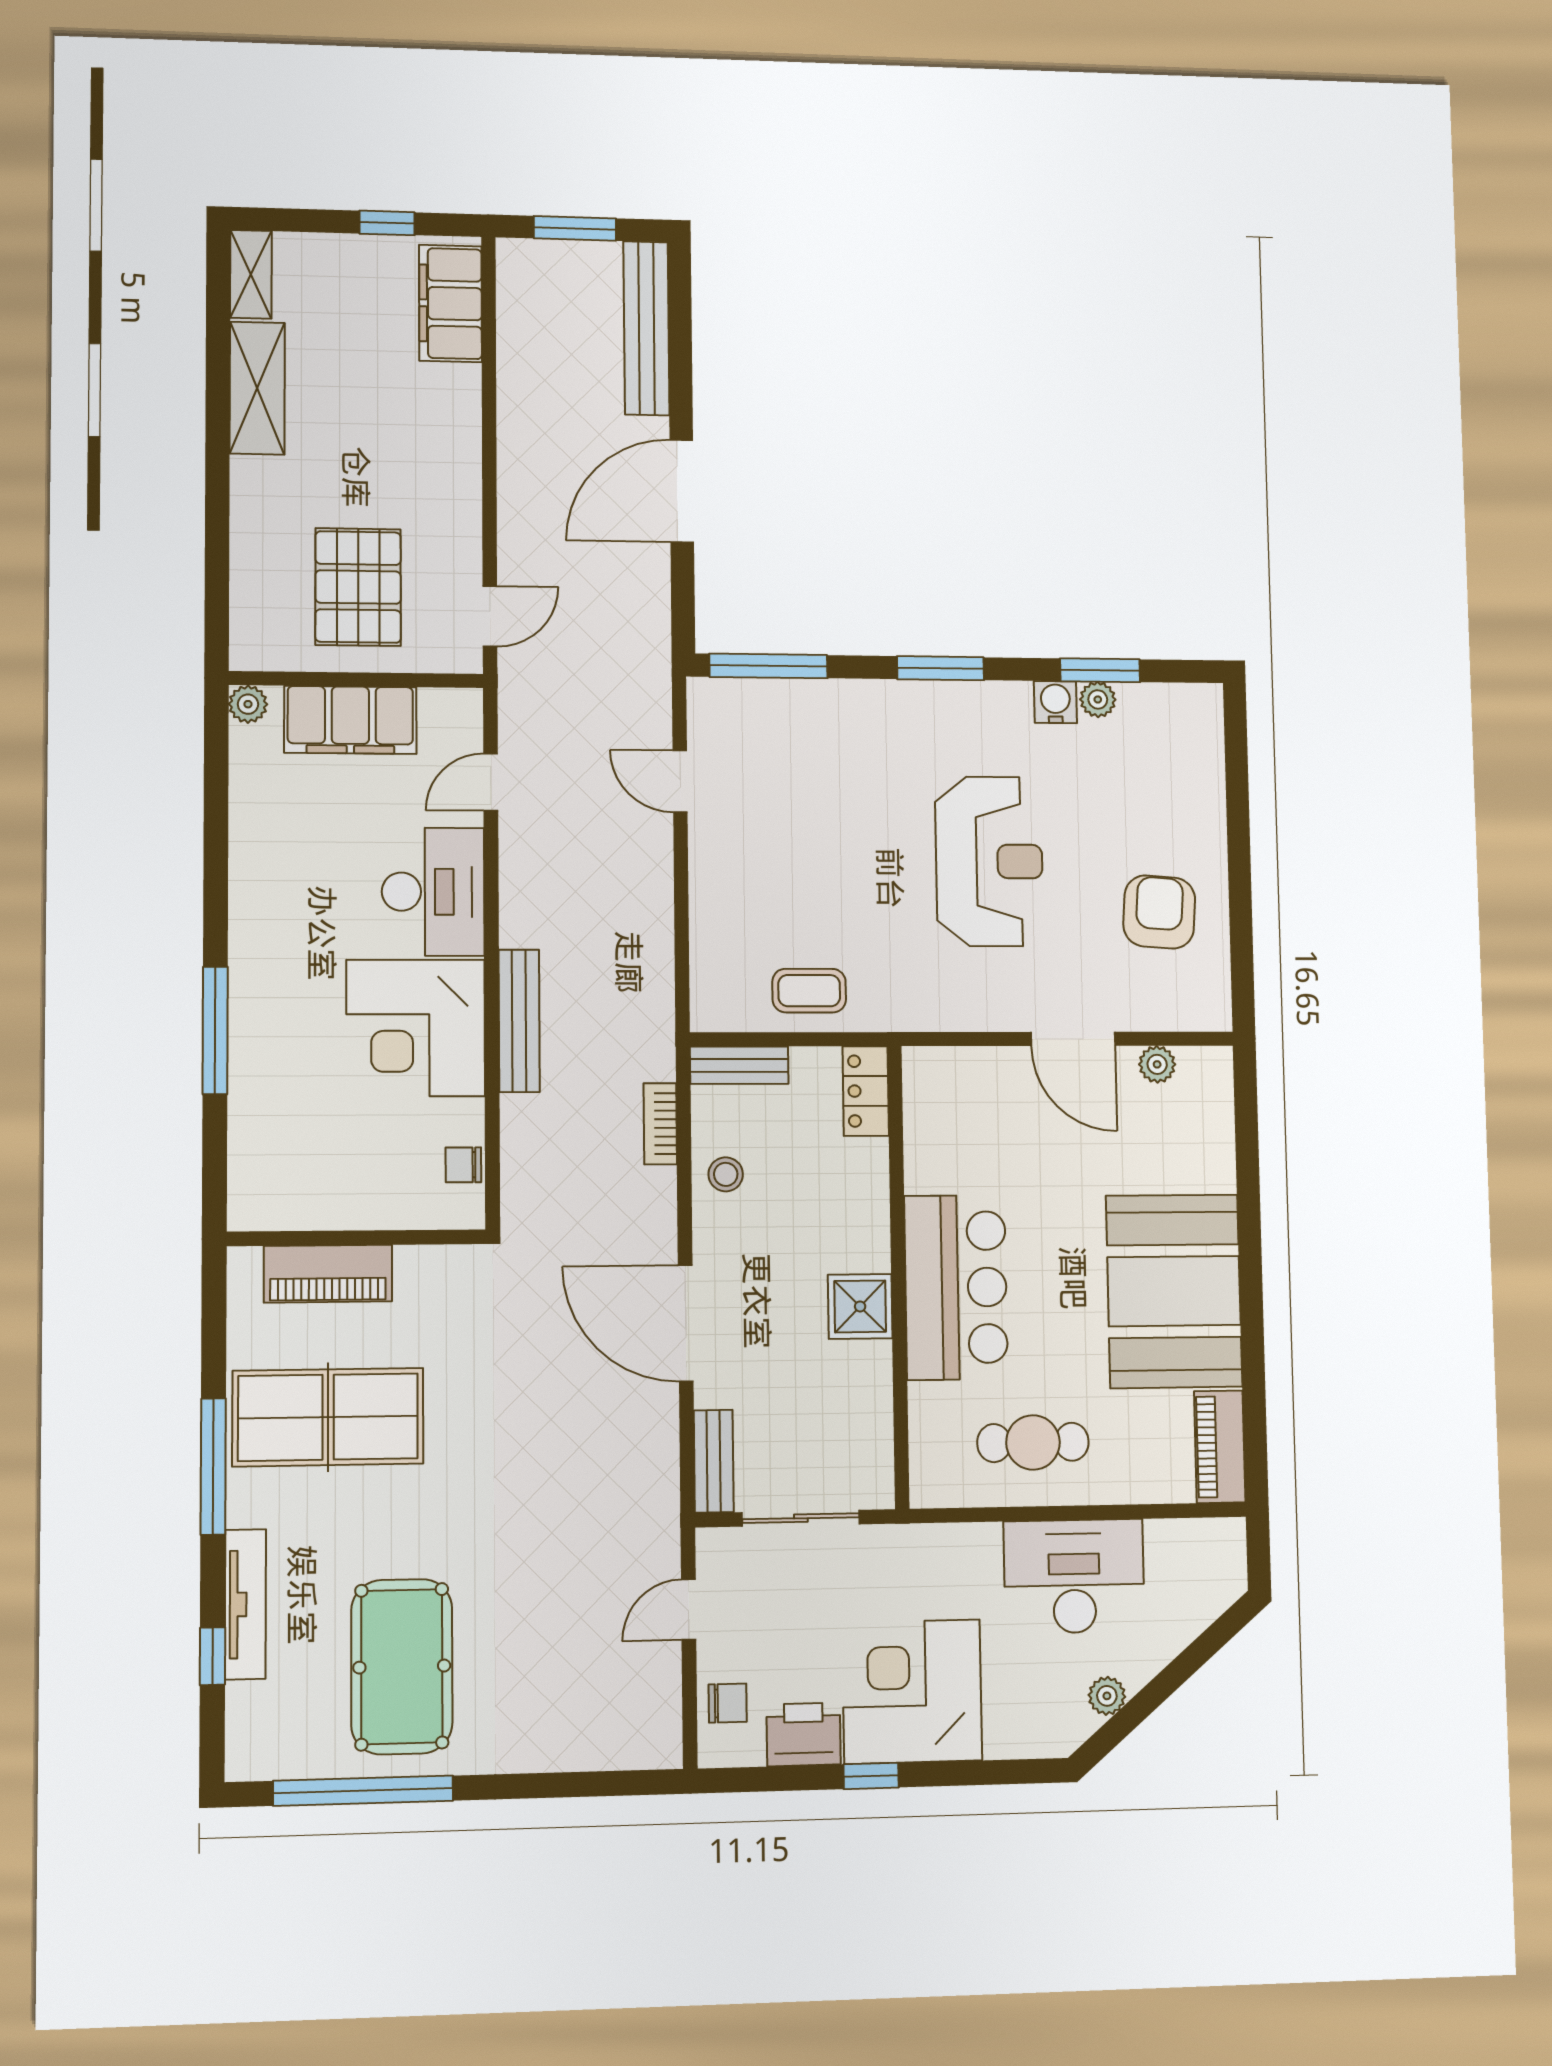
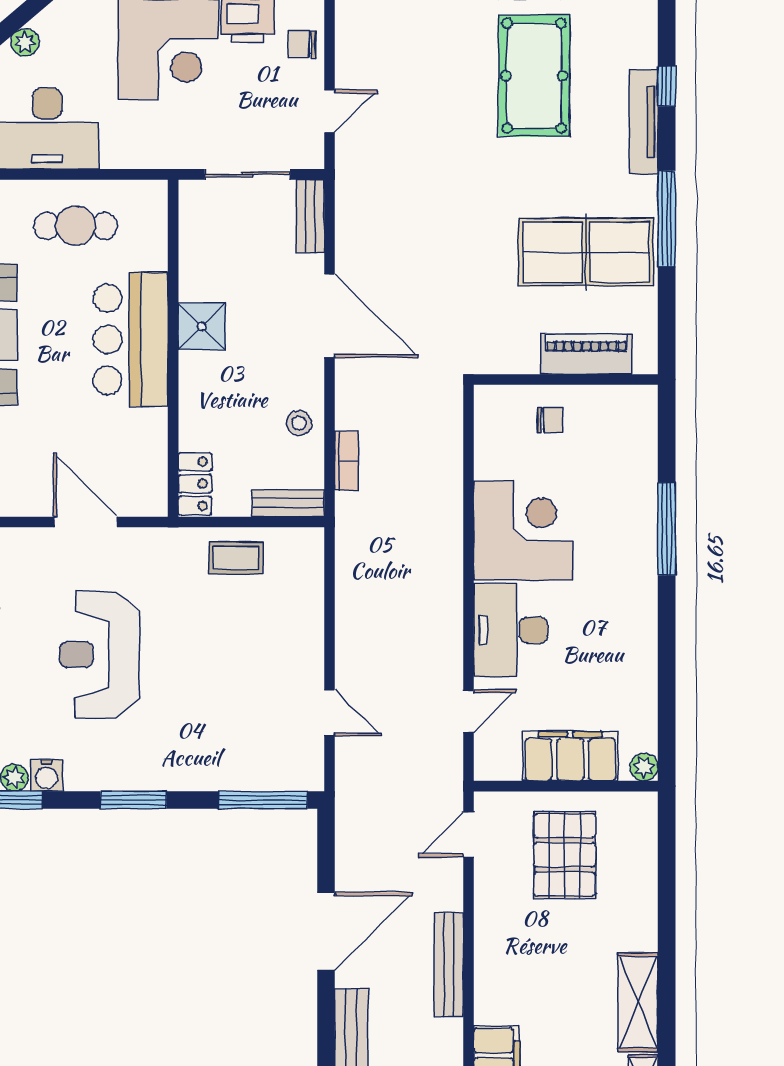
bench: (519, 1021) -> (449, 965), moved
door: (1073, 1039) -> (85, 522), moved
chair: (463, 1165) -> (550, 420), moved

